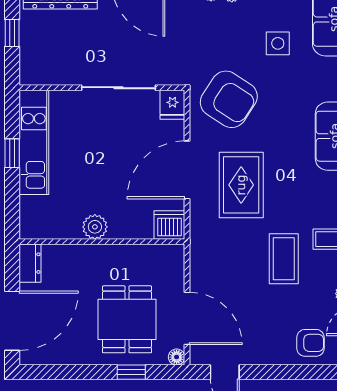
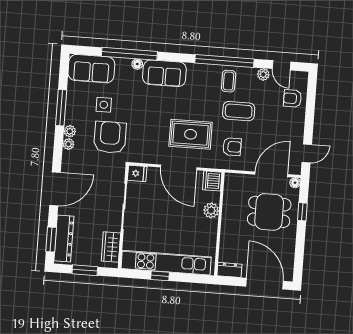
window: (12, 33) -> (85, 270), width x1.50
wardrobe: (52, 72) -> (111, 247), added
armchair: (229, 99) -> (110, 137), moved, turned -33
kitchen unit: (34, 143) -> (166, 263), width x1.36
plant: (95, 227) -> (211, 210), moved
armchair: (226, 252) -> (232, 147), added
armchair: (310, 343) -> (292, 98), turned -90

